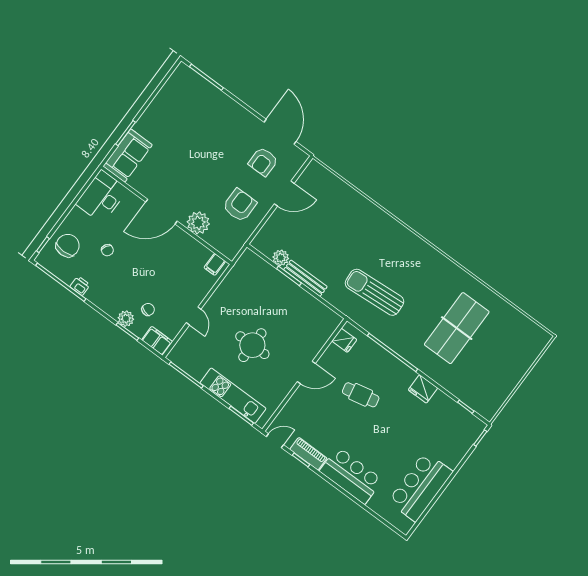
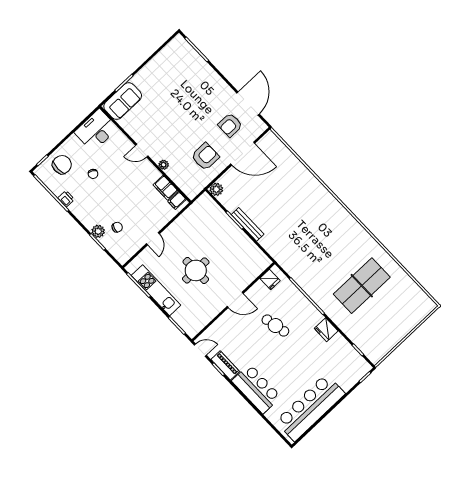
door: (284, 194) -> (243, 154), width x1.36
door: (161, 212) -> (142, 151), width x0.53
plant: (198, 223) -> (164, 165), width x0.53, depth x0.53
plant: (281, 258) -> (216, 189), moved
sun lounger: (374, 292) -> (301, 245), removed
filing cabinet: (157, 341) -> (165, 188), moved, turned 180
kitchen unit: (233, 396) -> (156, 290), moved
bar counter: (420, 487) -> (310, 407), width x1.36

